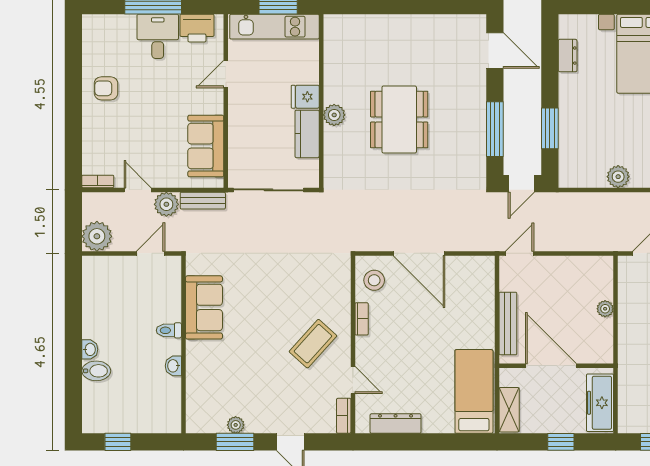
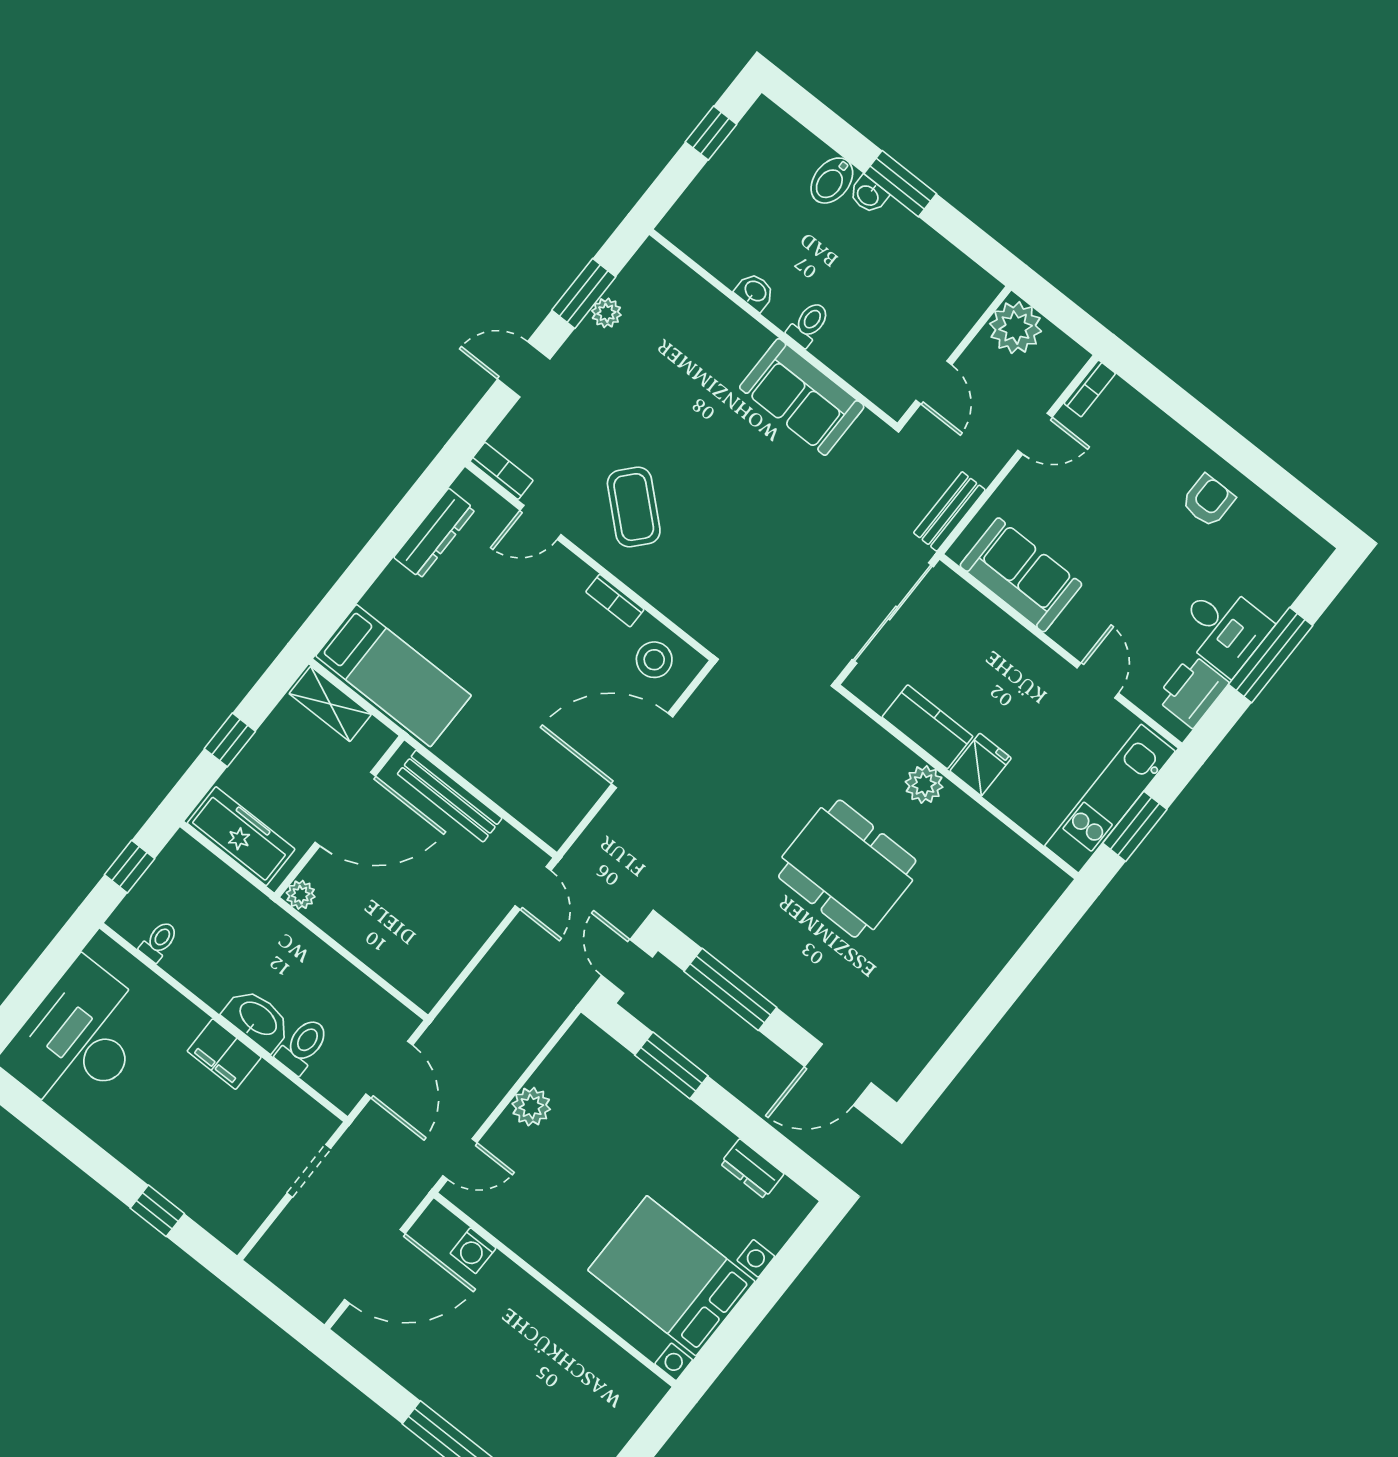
plant: (166, 204) -> (984, 458), removed
plant: (605, 309) -> (301, 895), moved
window: (73, 339) -> (900, 184), added

